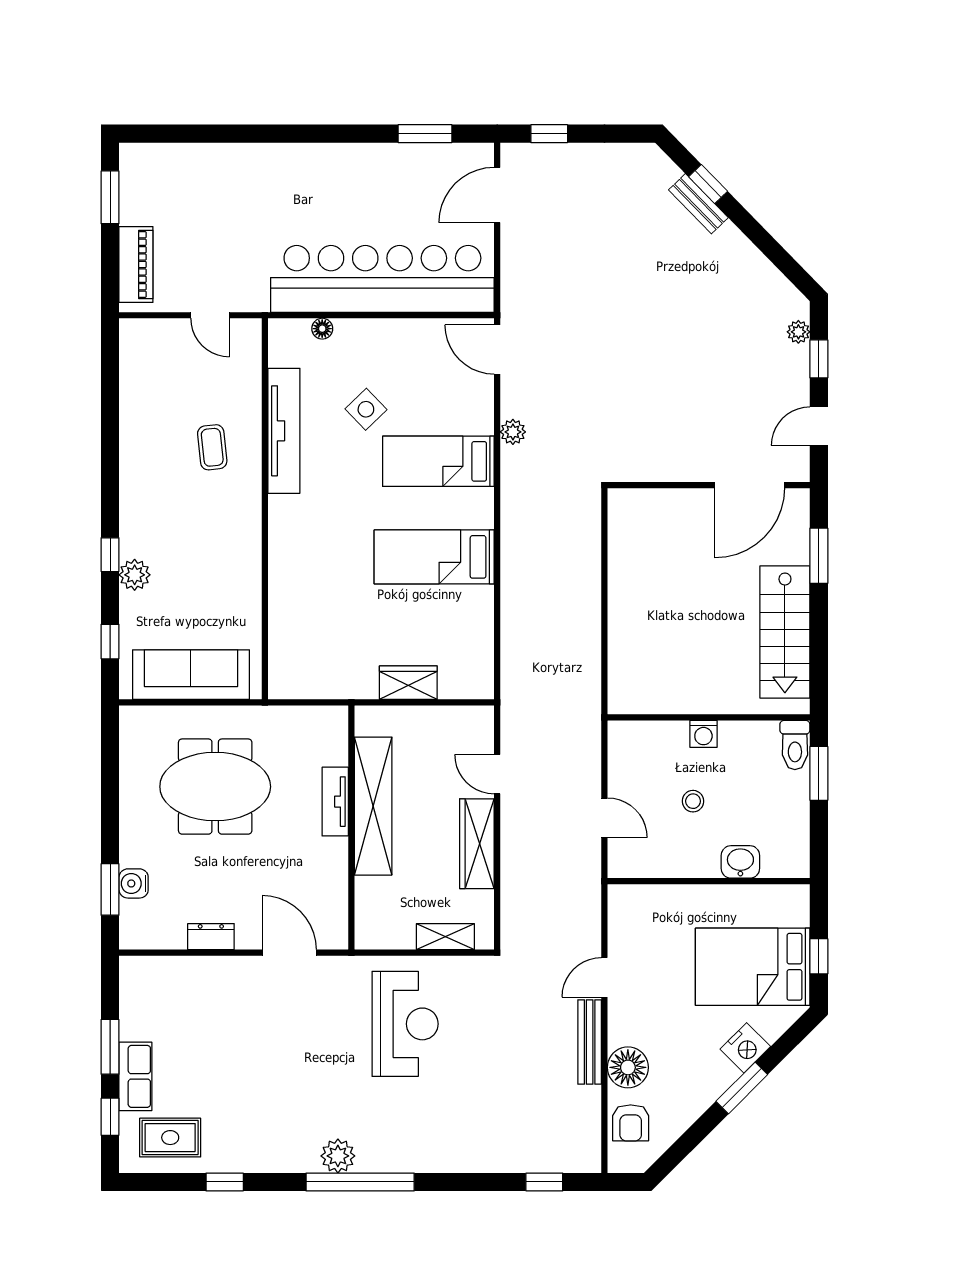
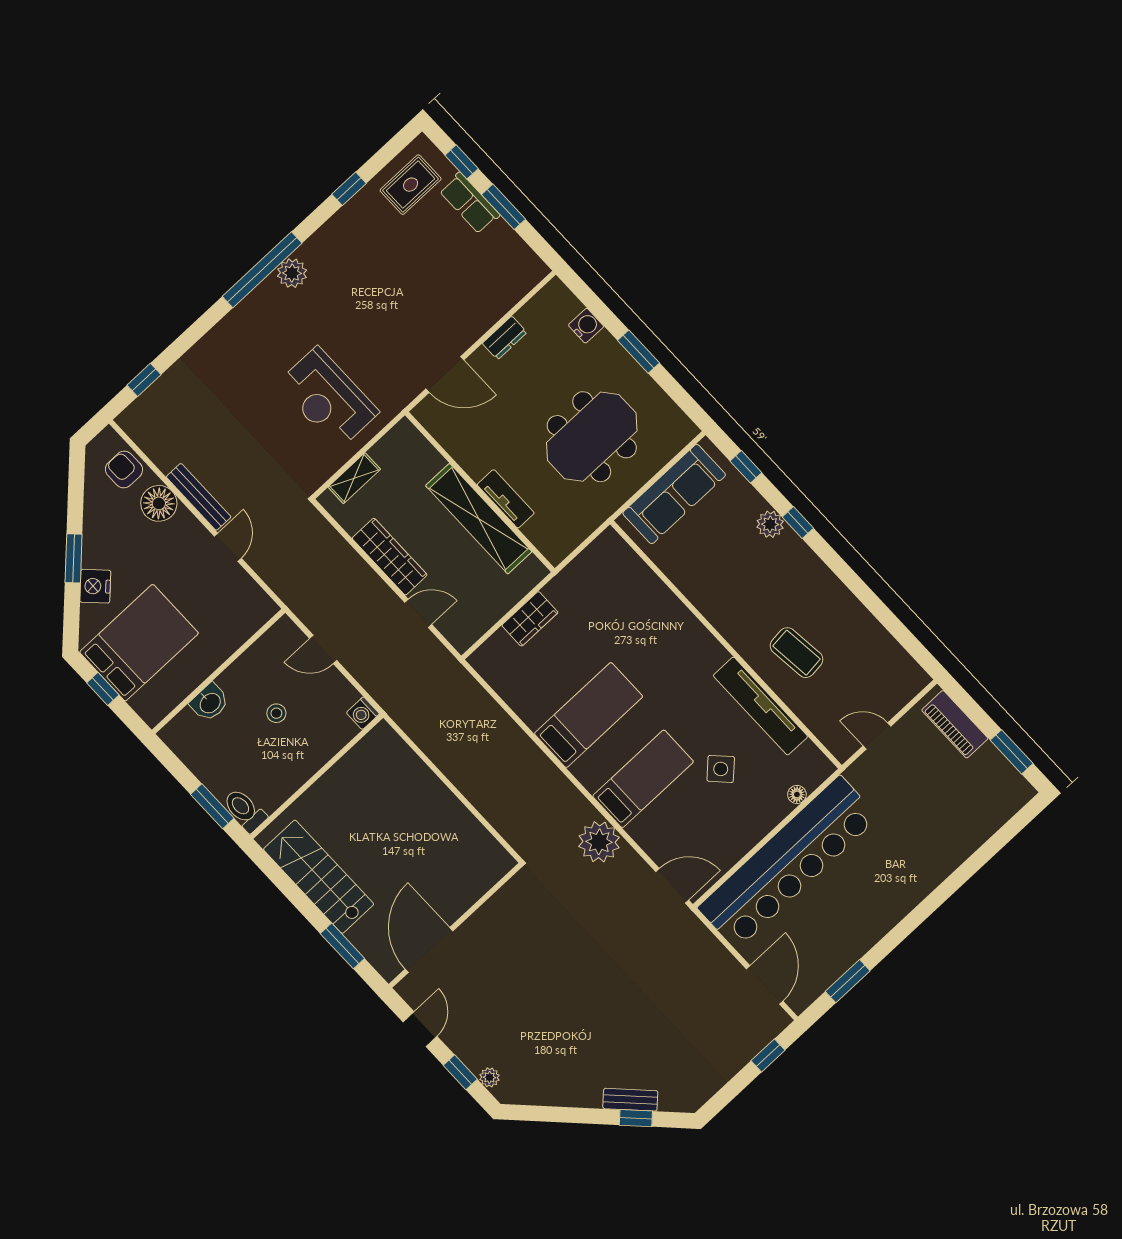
plant: (513, 432) -> (599, 842), width x1.88, depth x1.88
coffee table: (212, 447) -> (797, 653), width x1.36, depth x1.30
washing machine: (703, 734) -> (363, 713), moved, turned -90
window: (110, 889) -> (638, 352), moved

